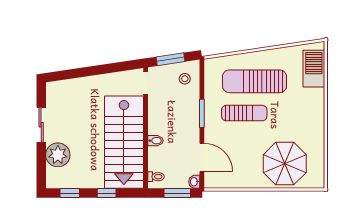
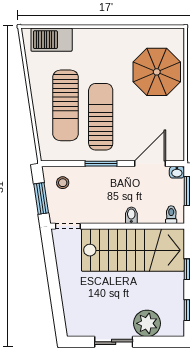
sun lounger: (244, 113) -> (101, 117), width x1.36, depth x1.34

